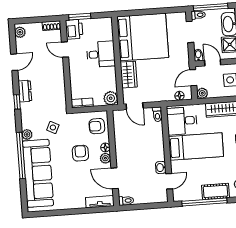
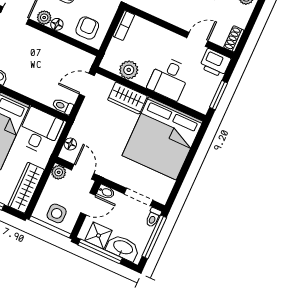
window: (80, 17) -> (219, 95), moved
plant: (111, 98) -> (129, 70), moved

